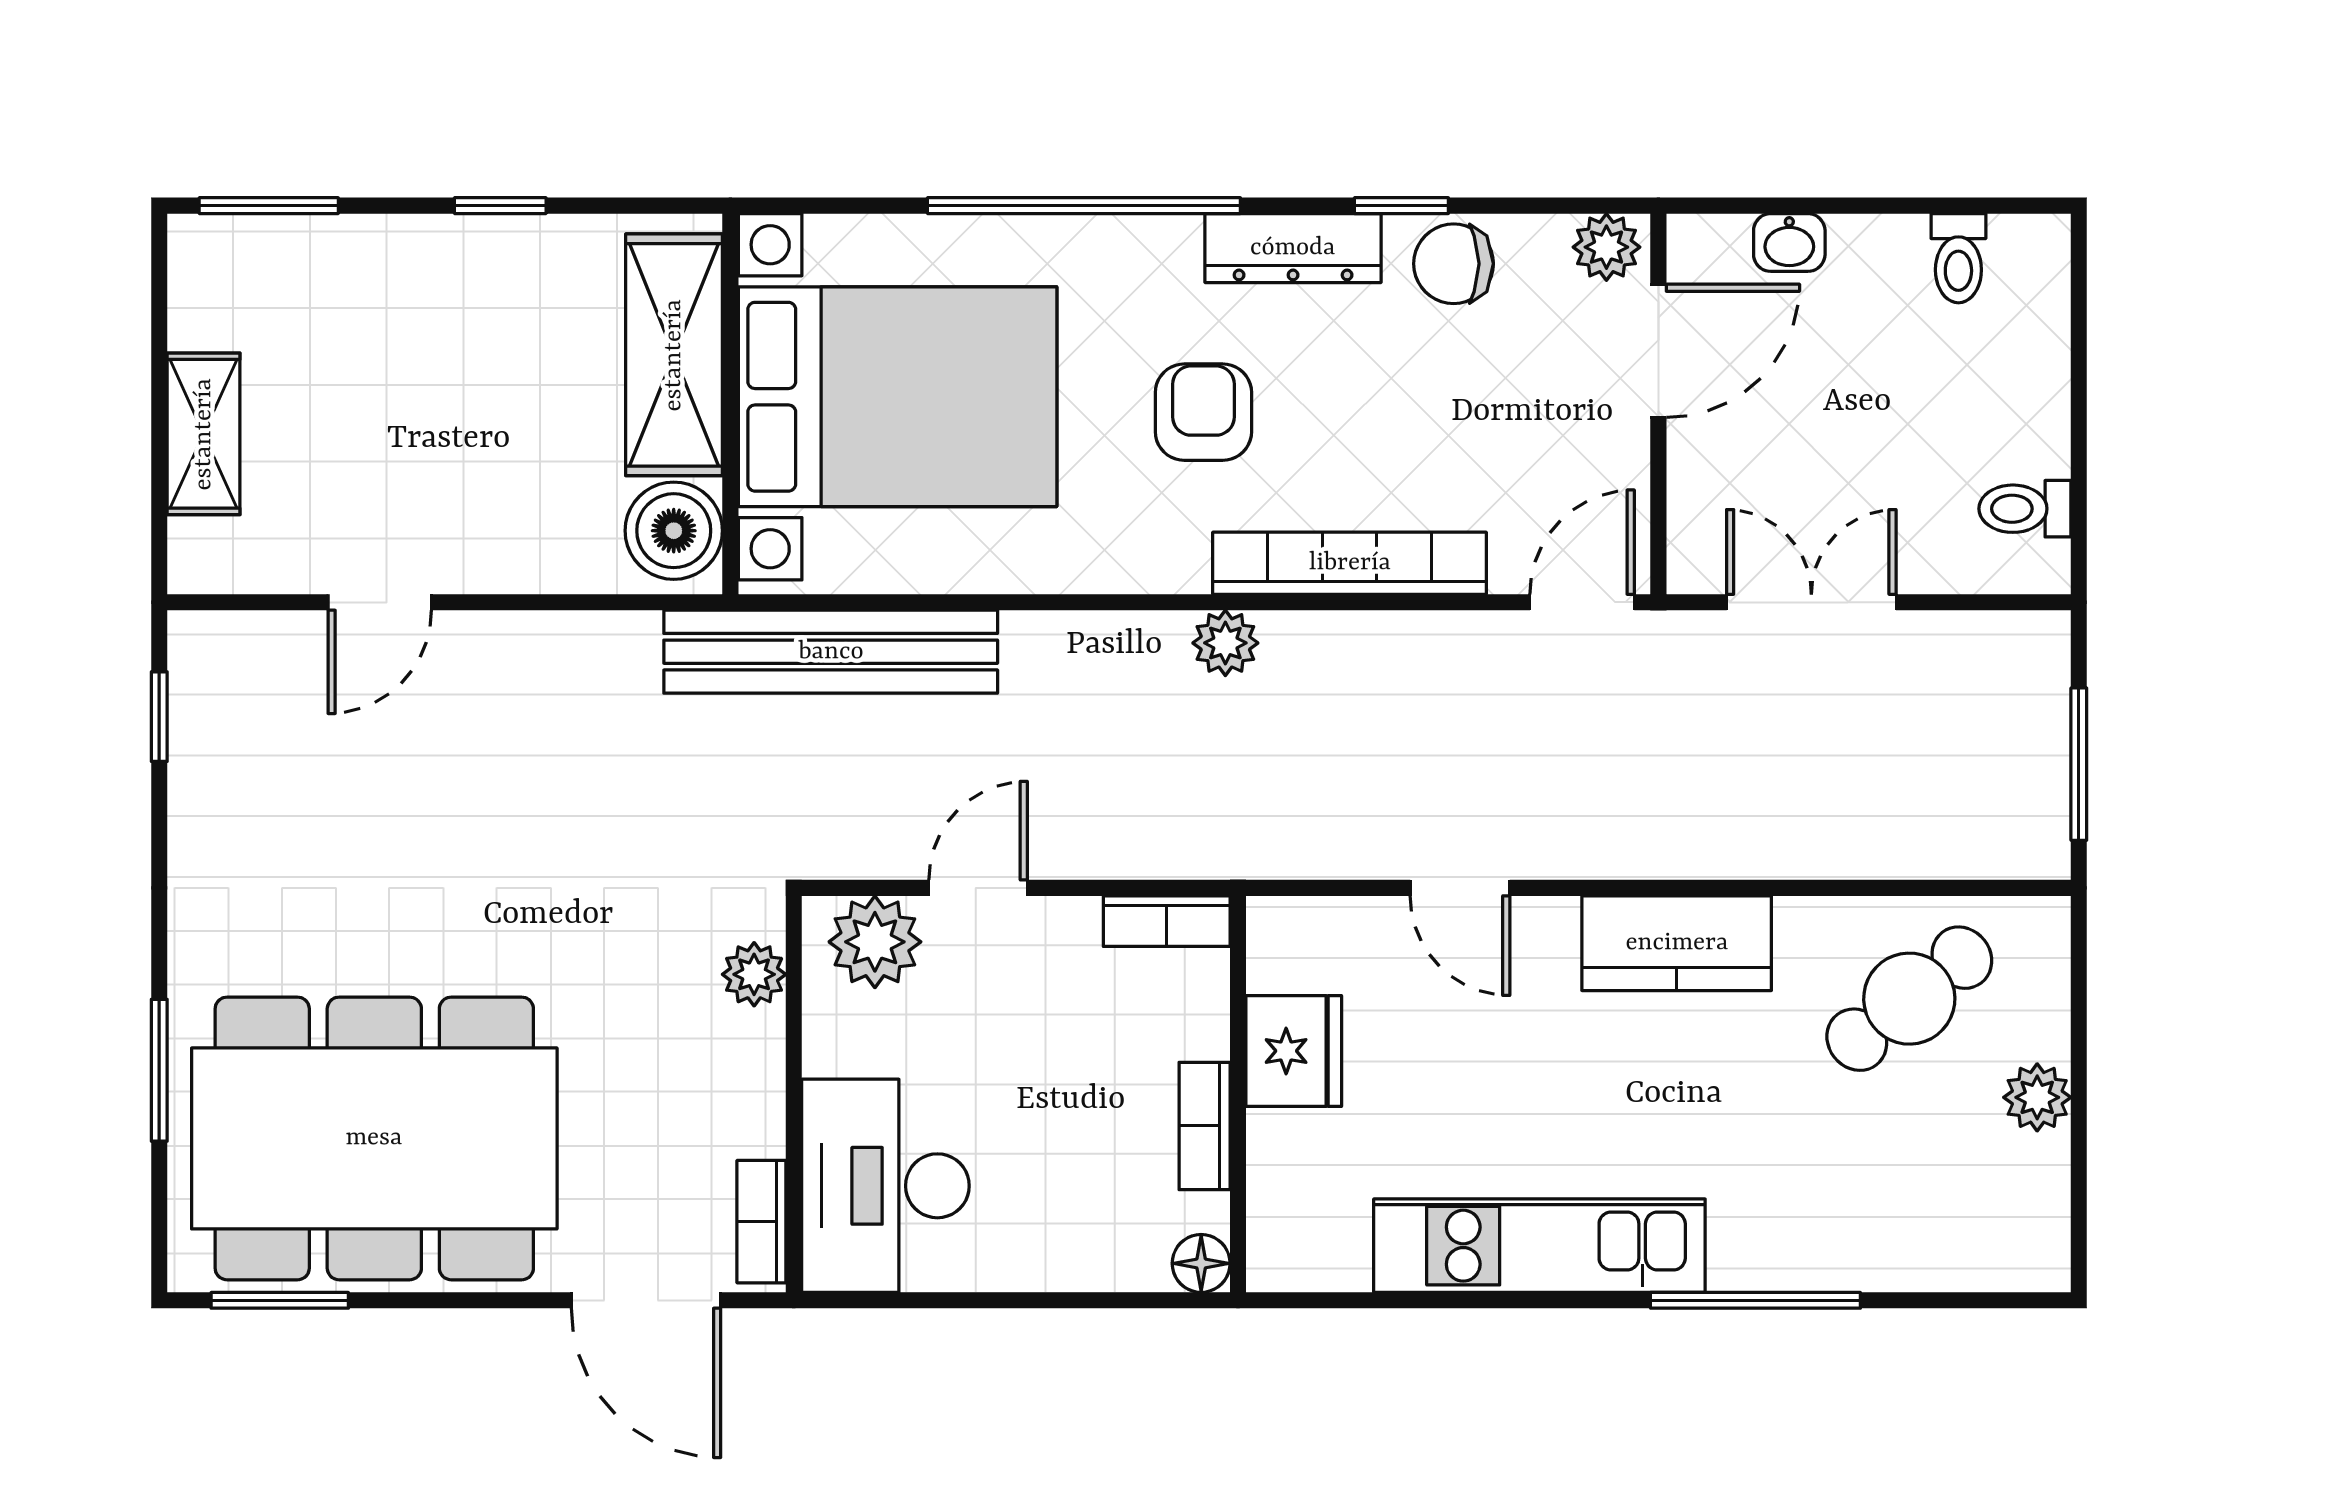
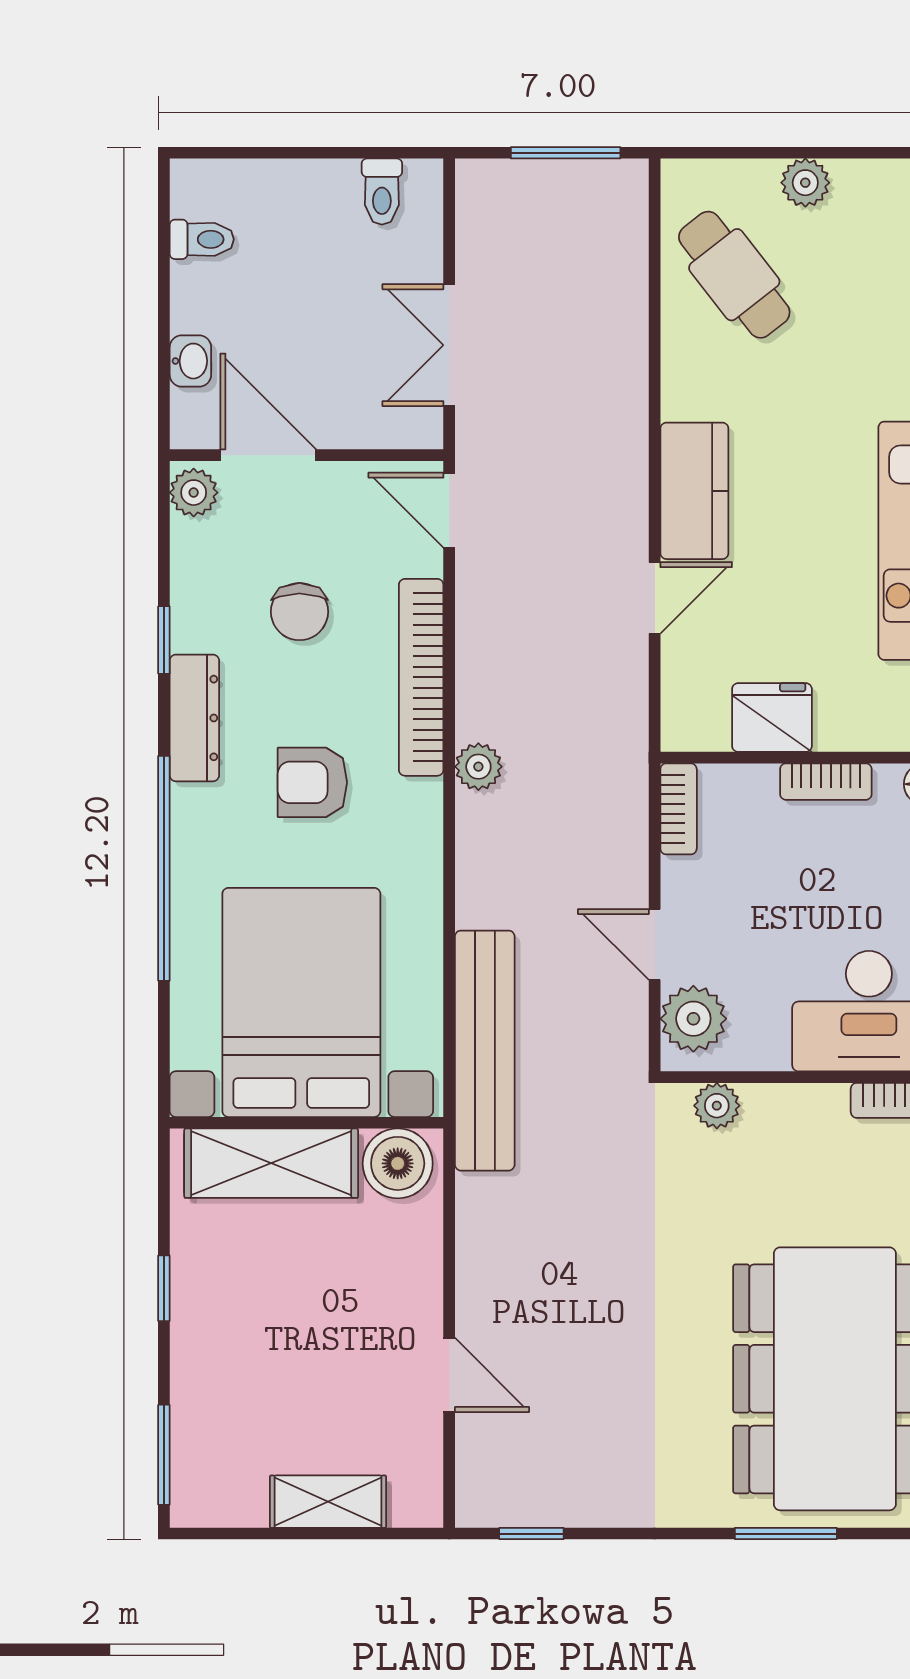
chair: (1454, 264) -> (299, 612), moved
kitchen counter: (1677, 943) -> (694, 491), moved

